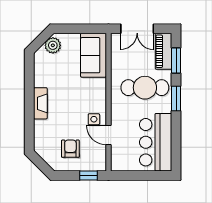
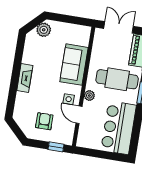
double door: (137, 29) -> (119, 27), swing flipped
sofa: (94, 55) -> (74, 65), moved
plant: (117, 111) -> (89, 96), added

